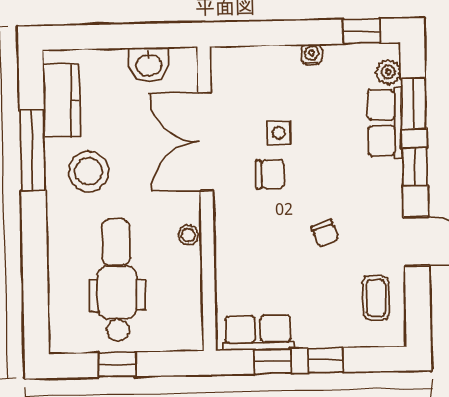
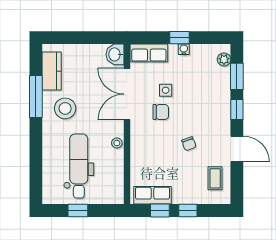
window: (361, 31) -> (179, 38), moved
washbasin: (149, 64) -> (115, 54), moved, turned 90
row of seats: (385, 123) -> (149, 53), moved, turned -90

